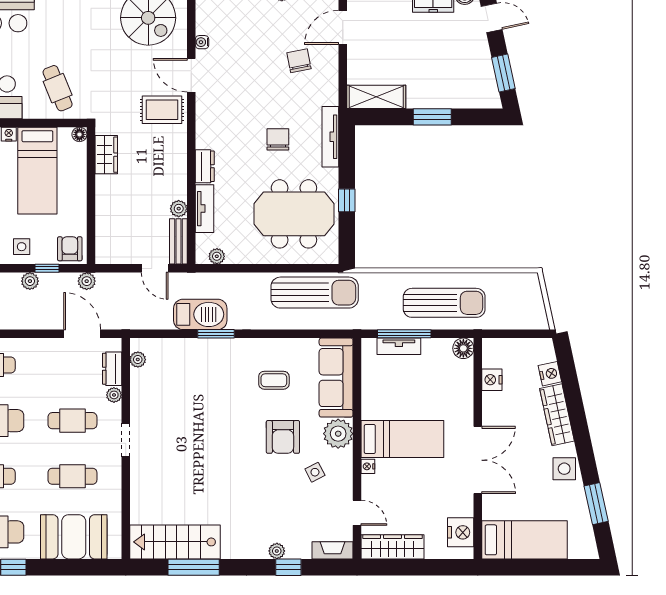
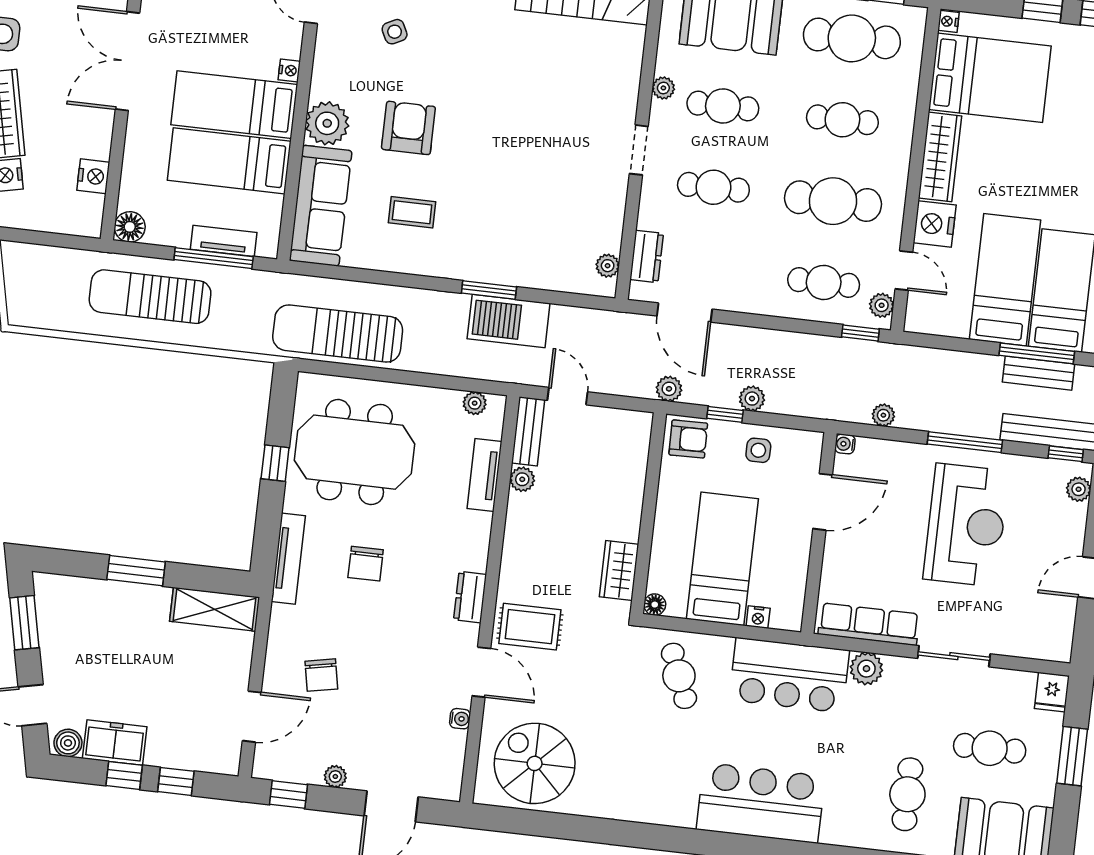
dresser: (205, 166) -> (470, 597), moved
armchair: (70, 249) -> (688, 439), turned -91
plant: (114, 395) -> (663, 88), moved
bed: (401, 401) -> (229, 161), added
side table: (315, 472) -> (395, 32), moved

